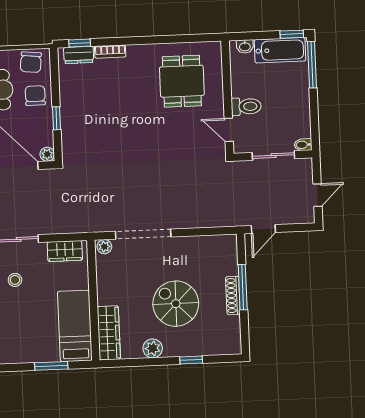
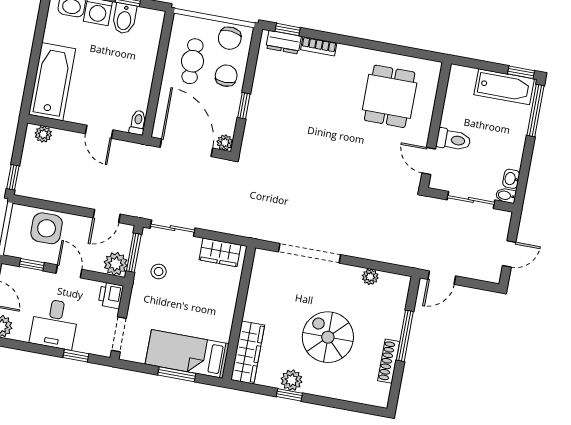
washbasin: (245, 46) -> (511, 179), moved, turned 90
plant: (104, 247) -> (370, 277), moved
shoe rack: (233, 295) -> (389, 361), moved
bed: (75, 326) -> (187, 354), moved, turned -90
window: (191, 360) -> (289, 395), moved

